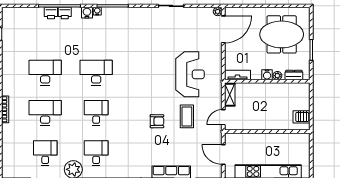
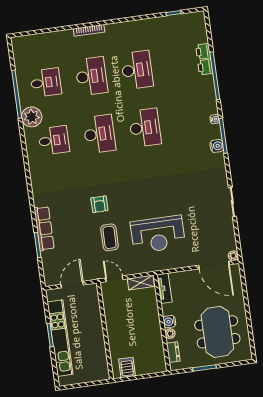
printer: (65, 13) -> (203, 51), moved
water cooler: (87, 13) -> (217, 146), moved
desk: (96, 113) -> (99, 134), width x1.37
coffee table: (187, 116) -> (110, 237), turned 90

